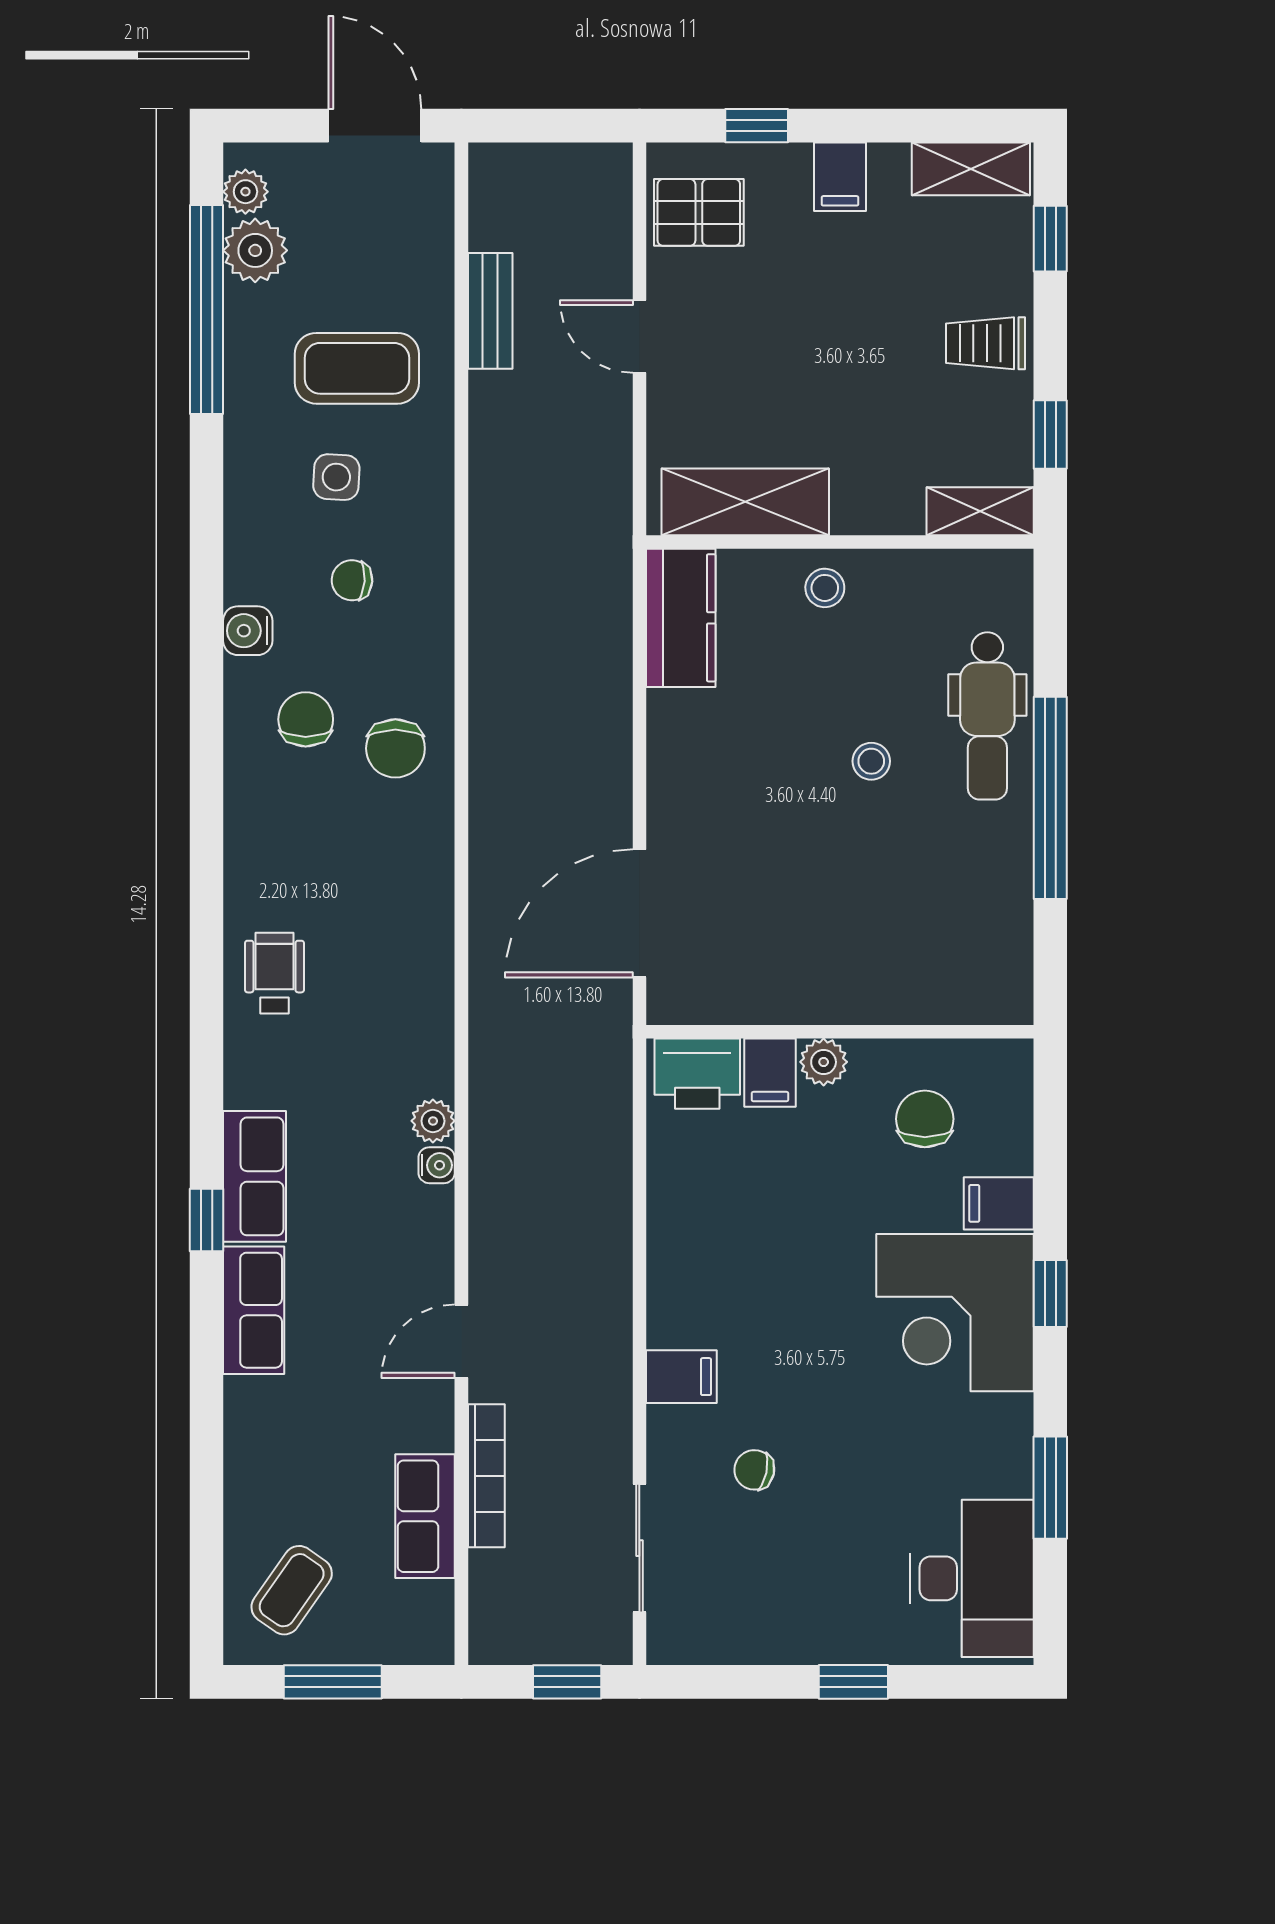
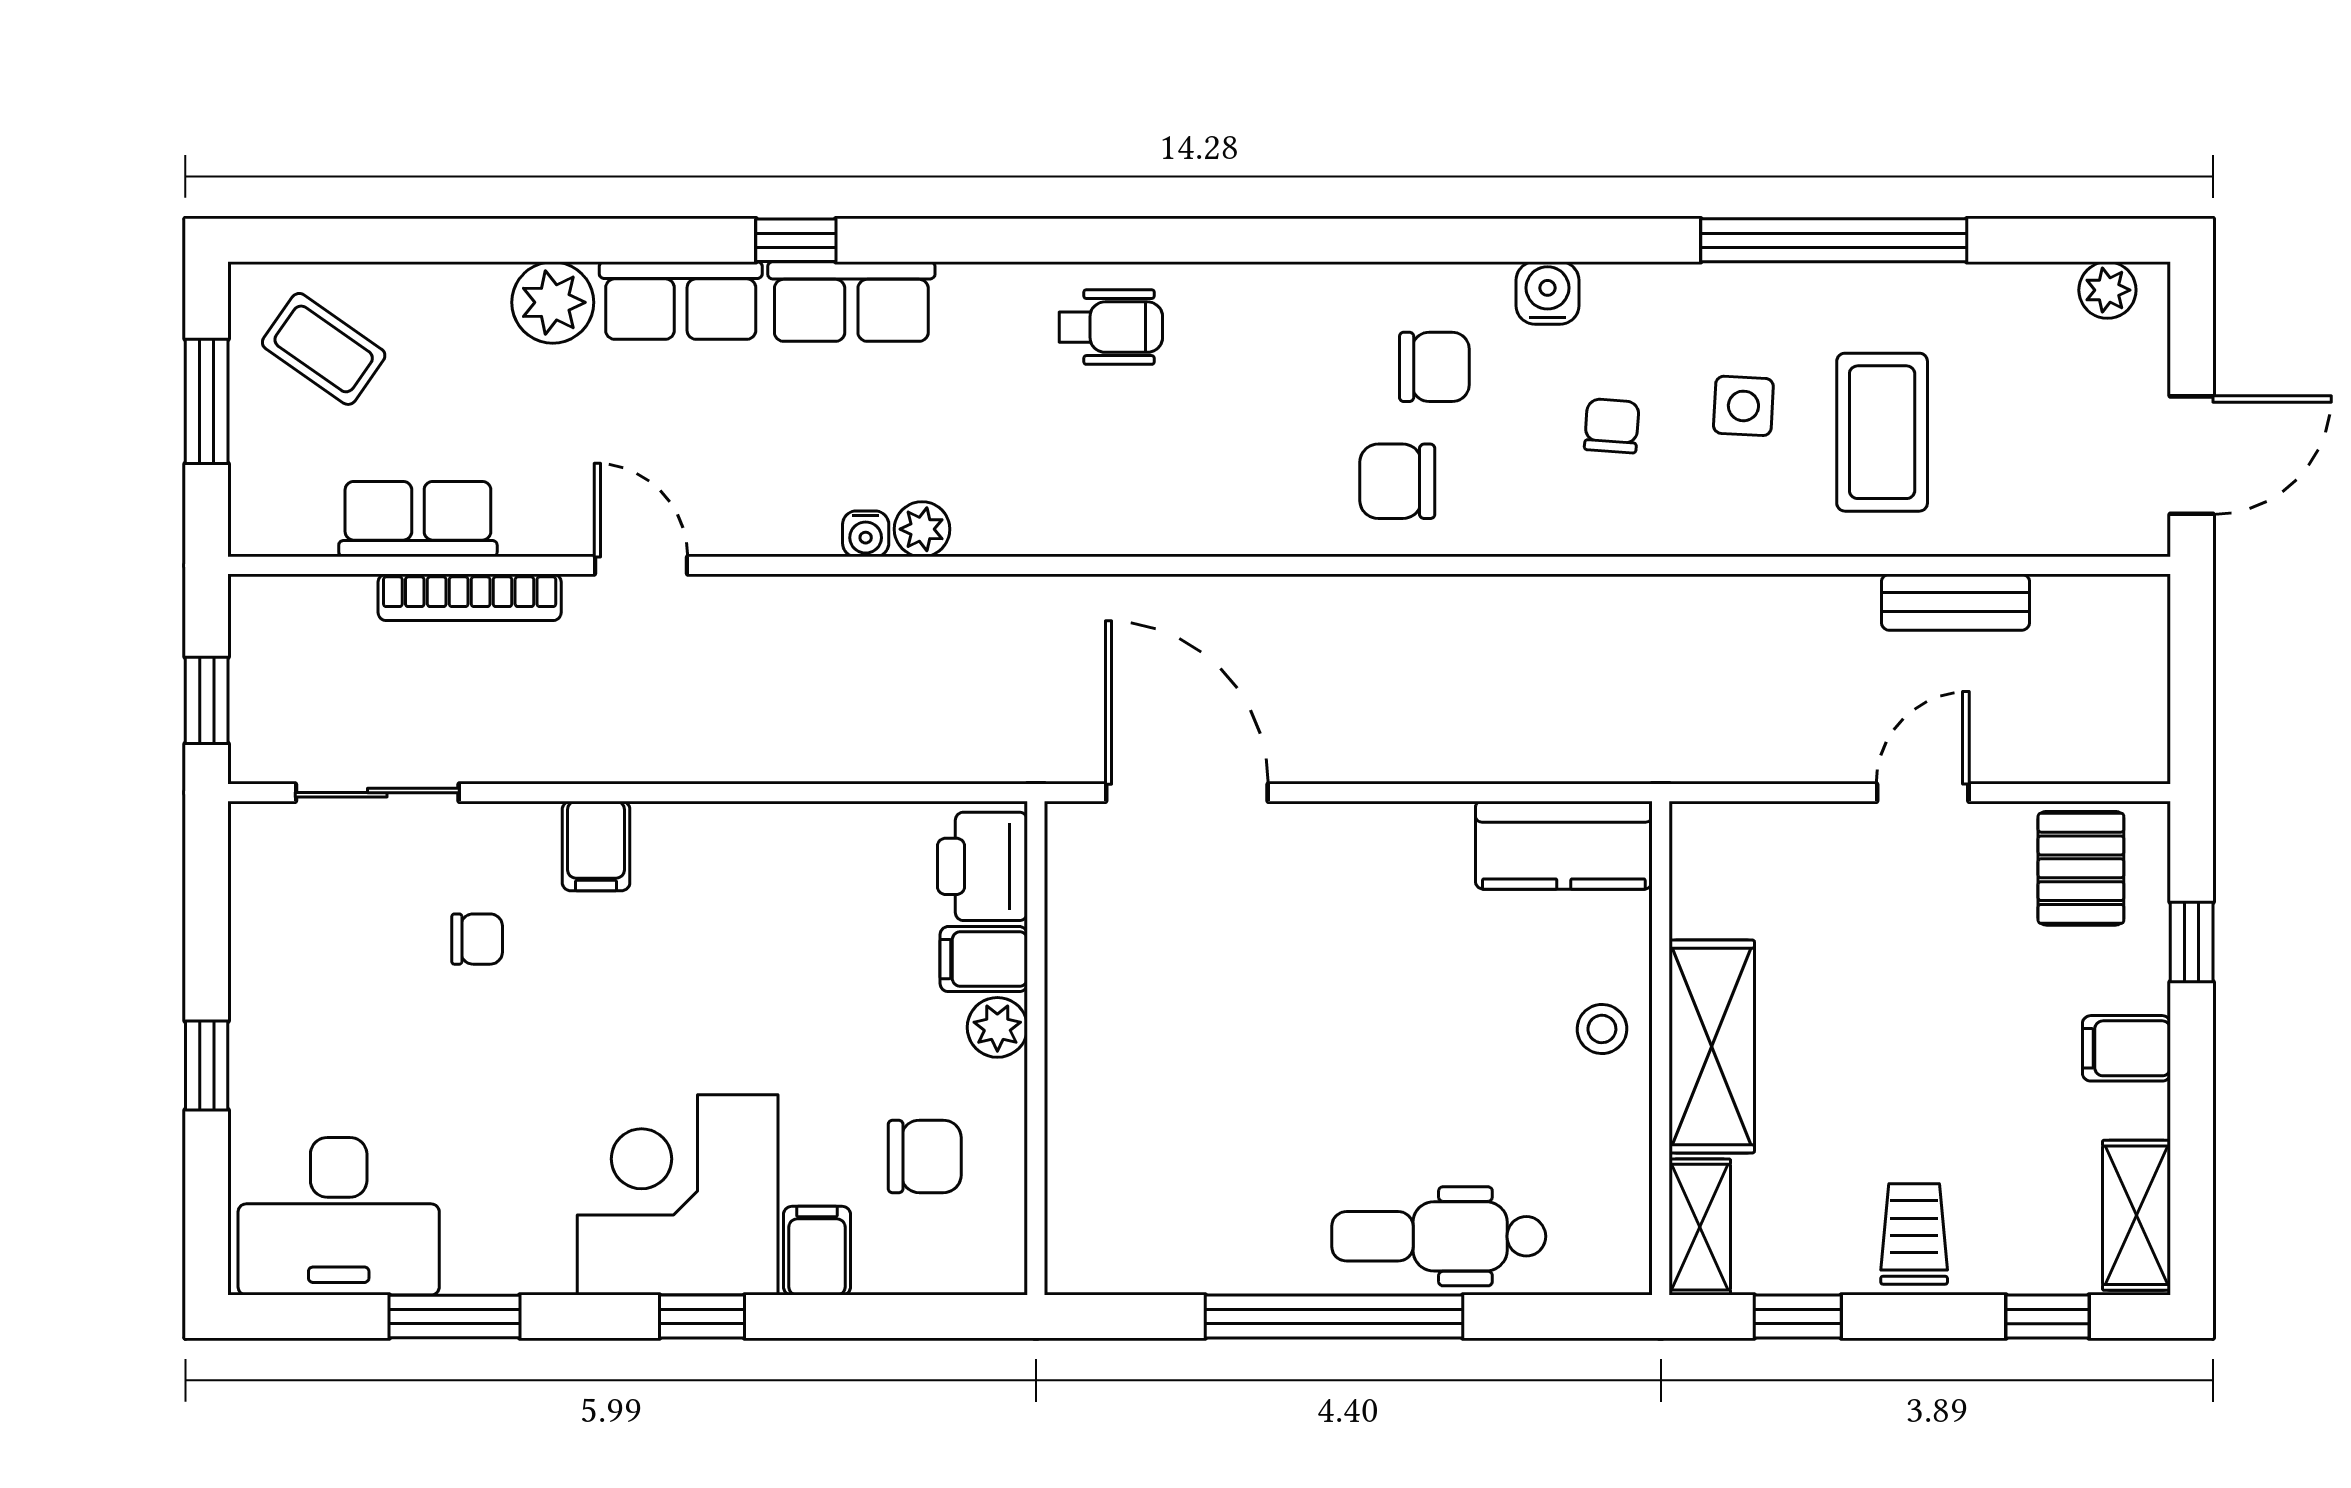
plant: (255, 250) -> (553, 302), moved
window: (206, 310) -> (1834, 240), moved
shelving: (745, 502) -> (1712, 1047), moved
stool: (871, 761) -> (1381, 1088), removed
chair: (754, 1470) -> (477, 939), turned 78

